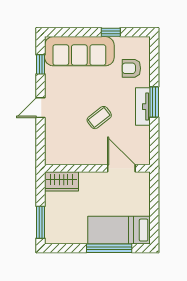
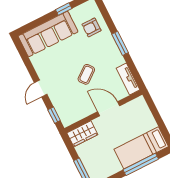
window: (40, 64) -> (54, 115), moved
tv unit: (143, 107) -> (128, 79), moved
door: (121, 168) -> (109, 109), moved

